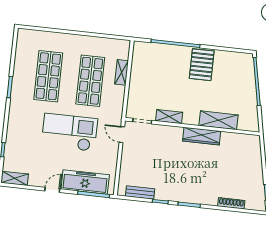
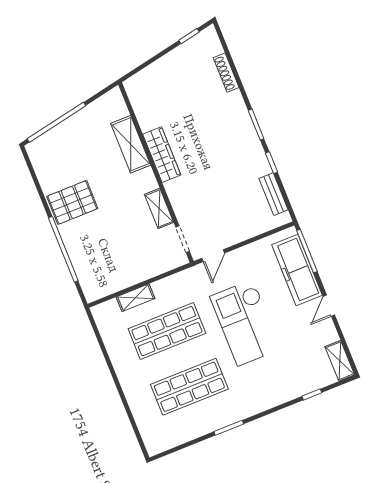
door: (52, 190) -> (329, 306), hinge flipped

